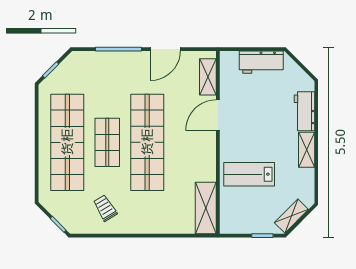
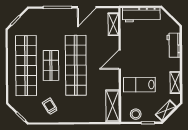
workbench: (261, 62) -> (141, 15), width x1.37
door: (218, 115) -> (120, 60), moved
shelving: (307, 150) -> (175, 83), moved
stool: (243, 222) -> (136, 114), added

